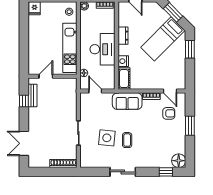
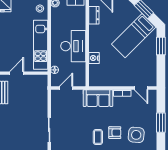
dresser: (123, 36) -> (94, 15), moved
cot: (124, 79) -> (95, 75), removed
door: (95, 91) -> (66, 88), hinge flipped
armchair: (169, 113) -> (115, 133), moved
side table: (107, 138) -> (136, 135), moved

